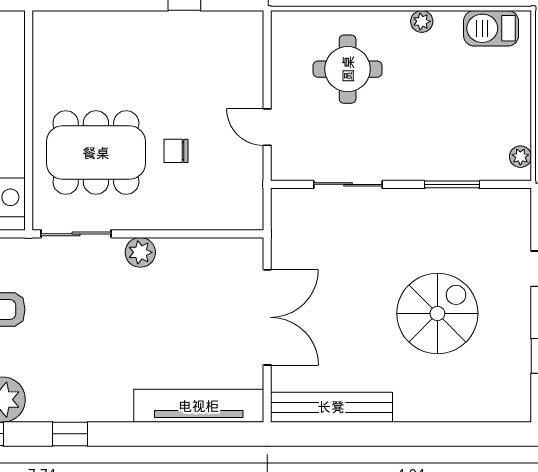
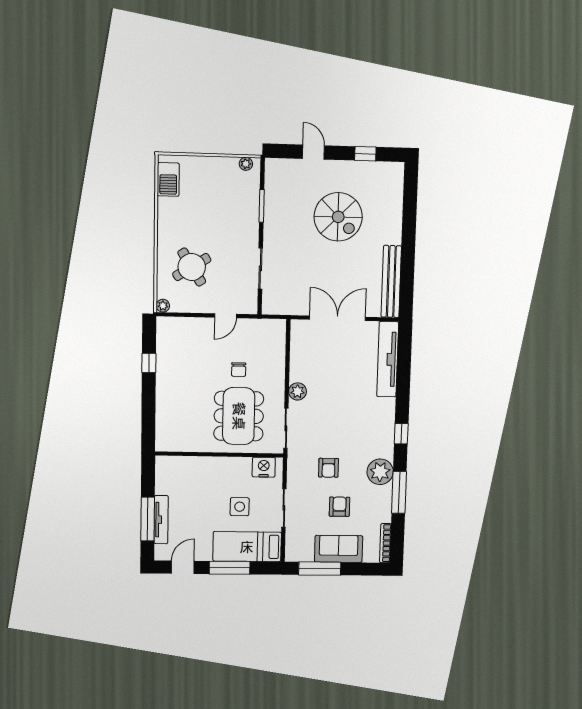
plant: (422, 21) -> (163, 306), moved
round table: (348, 69) -> (192, 267), turned -32
spiral stairs: (437, 313) -> (338, 217), turned 180

